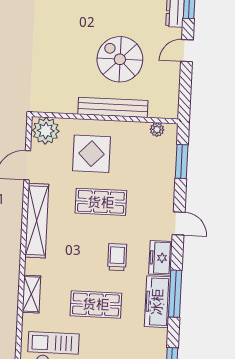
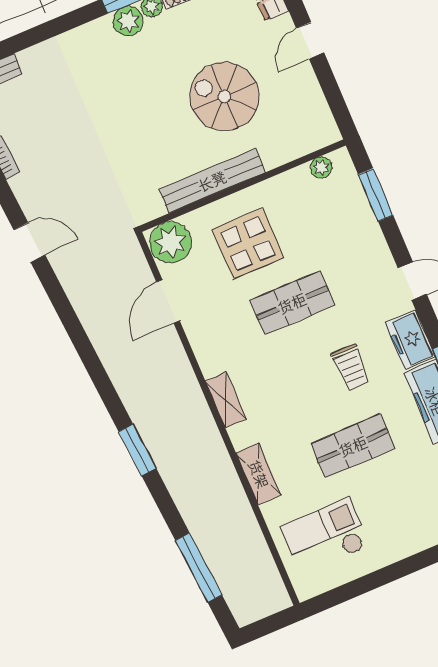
bench: (113, 107) -> (212, 181), moved
shelving: (37, 221) -> (226, 400), width x0.45, depth x0.75
trolley: (117, 257) -> (351, 367), turned 180

